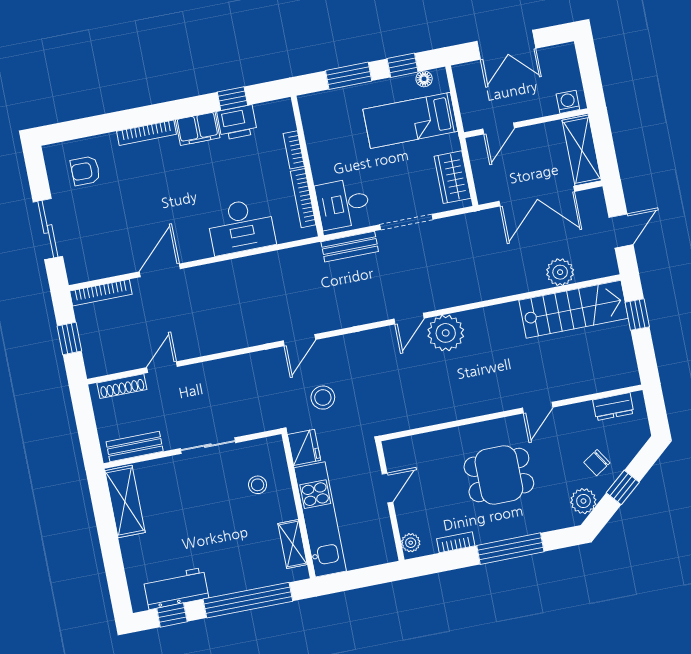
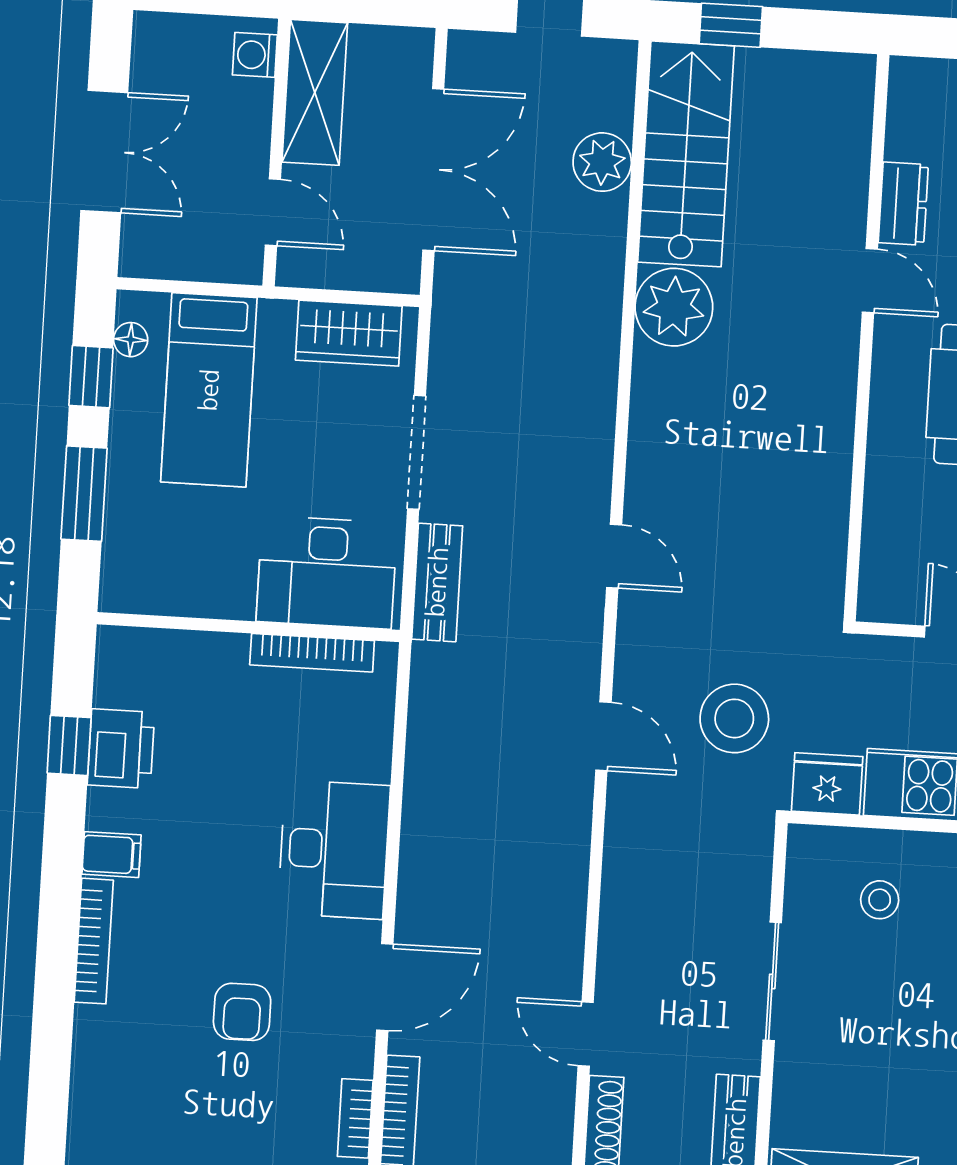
filing cabinet: (198, 129) -> (111, 855), width x0.50
bookcase: (294, 150) -> (355, 1118), moved, turned 90
shelving: (582, 150) -> (315, 92), moved, turned 90
armchair: (85, 171) -> (242, 1012), moved
desk: (343, 204) -> (327, 572), width x1.37
desk: (241, 226) -> (334, 849), moved
door: (160, 270) -> (385, 987), swing flipped
door: (409, 319) -> (614, 556), moved
plant: (446, 333) -> (674, 307), moved
stool: (323, 398) -> (734, 718), width x1.38, depth x1.38
dresser: (613, 407) -> (903, 204), moved

